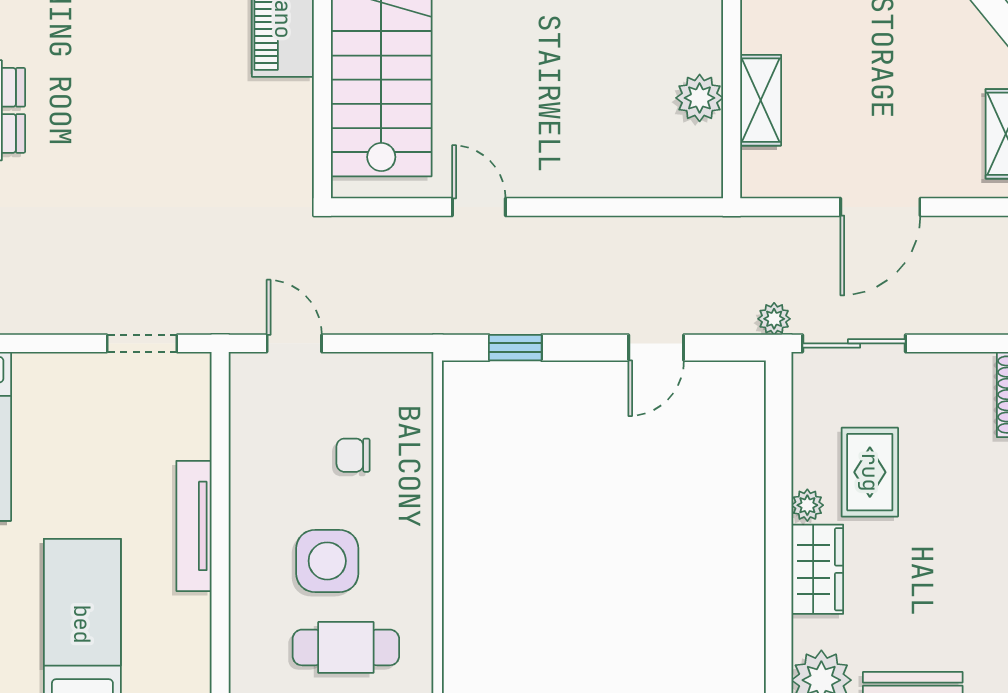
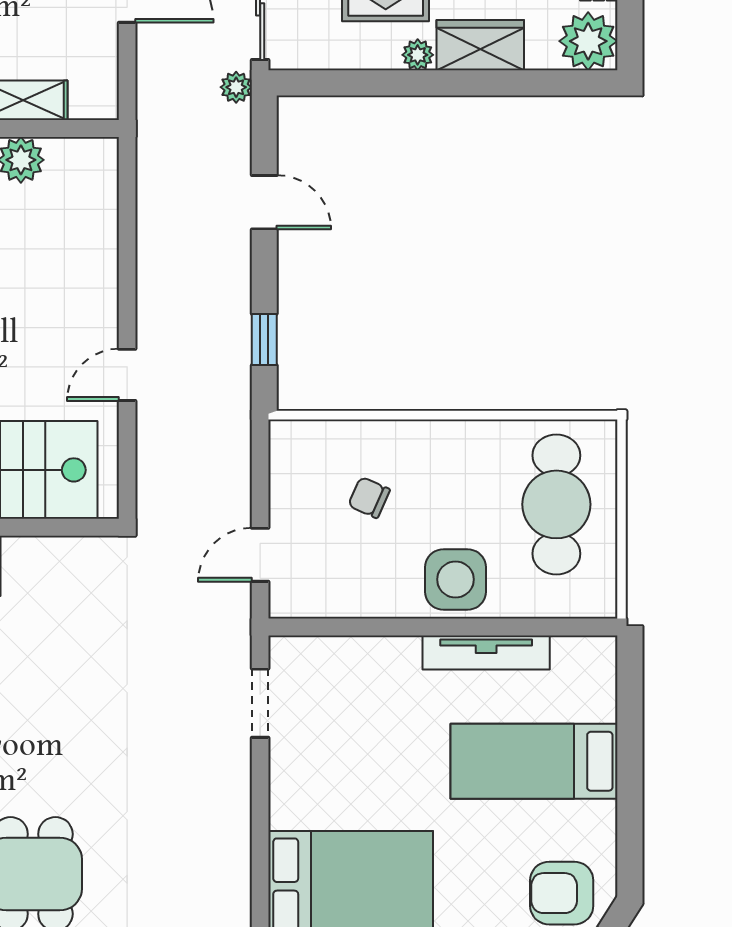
chair: (353, 455) -> (369, 497), turned 114
tv unit: (194, 526) -> (486, 653), moved
side table: (327, 561) -> (455, 579), moved
cafe table: (346, 647) -> (556, 504), width x1.37, depth x1.35

